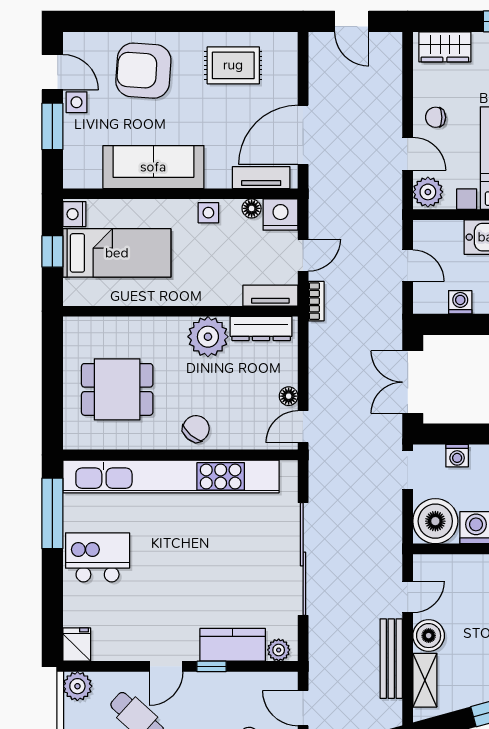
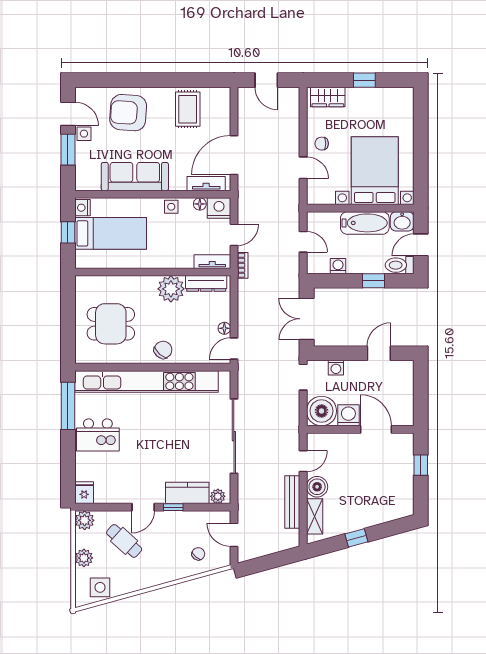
rug: (233, 65) -> (188, 109), turned 90
plant: (428, 192) -> (317, 193), removed
kitchen island: (98, 557) -> (98, 435), turned 180

